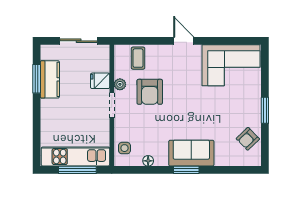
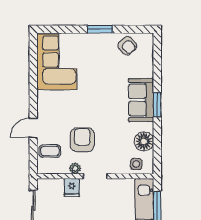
door: (184, 41) -> (33, 128), moved
armchair: (150, 92) -> (82, 140), turned -90
floor lamp: (148, 161) -> (144, 141), width x1.89, depth x1.89

